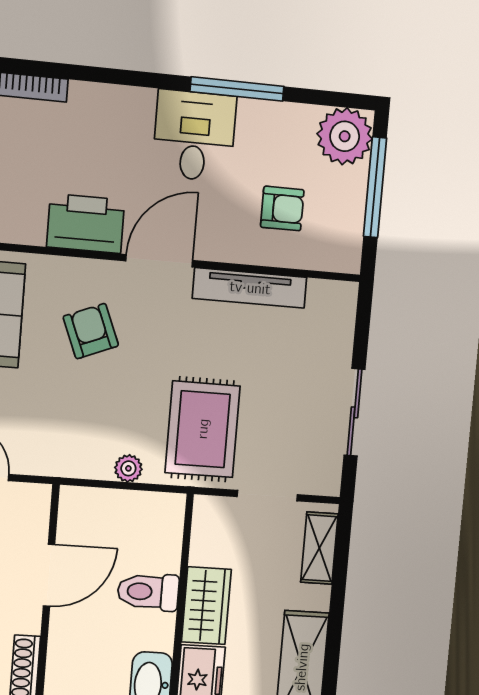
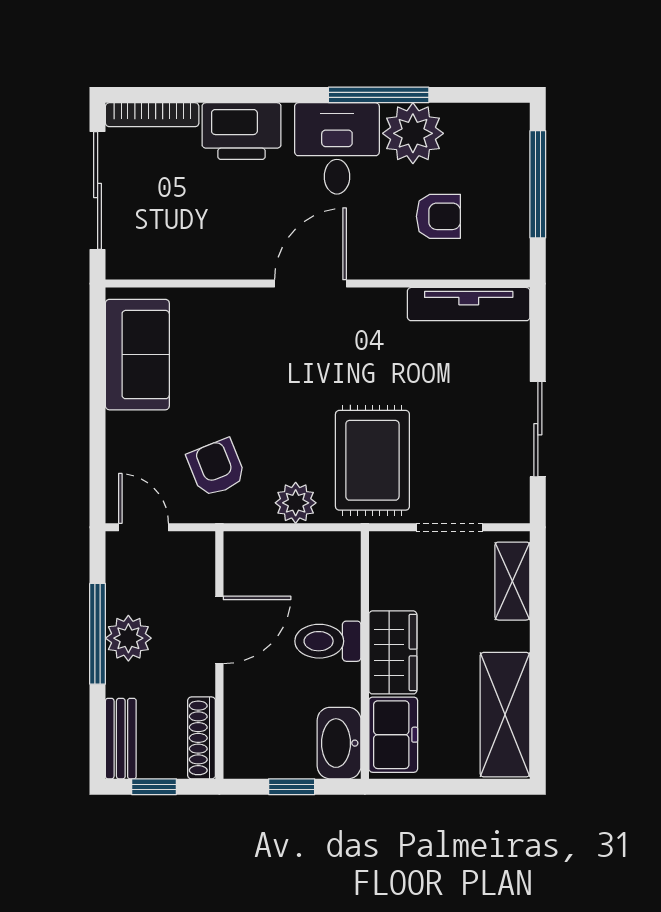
plant: (345, 136) -> (413, 133), moved
printer: (86, 223) -> (242, 131), moved, turned 180
tv unit: (250, 288) -> (469, 304), moved
armchair: (91, 331) -> (216, 468), moved
plant: (128, 468) -> (296, 503), width x1.38, depth x1.38

